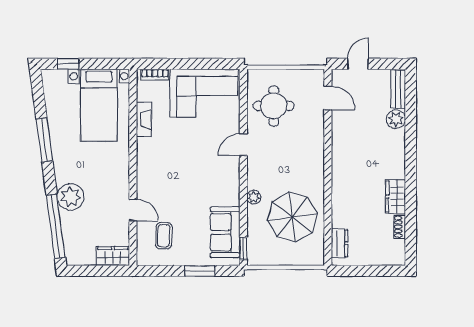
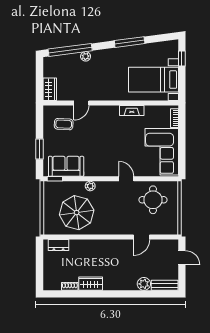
door: (328, 98) -> (142, 237), moved
fireplace: (144, 119) -> (132, 110), moved
plant: (71, 197) -> (86, 56), width x0.53, depth x0.53

